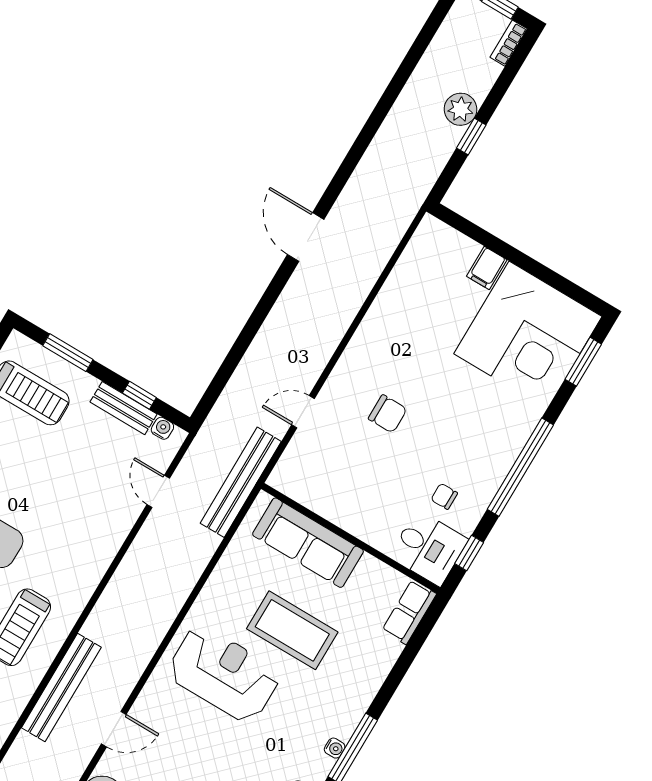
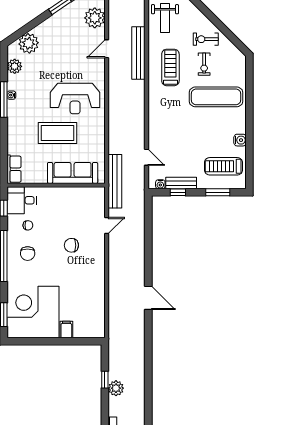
chair: (475, 446) -> (28, 254), added

